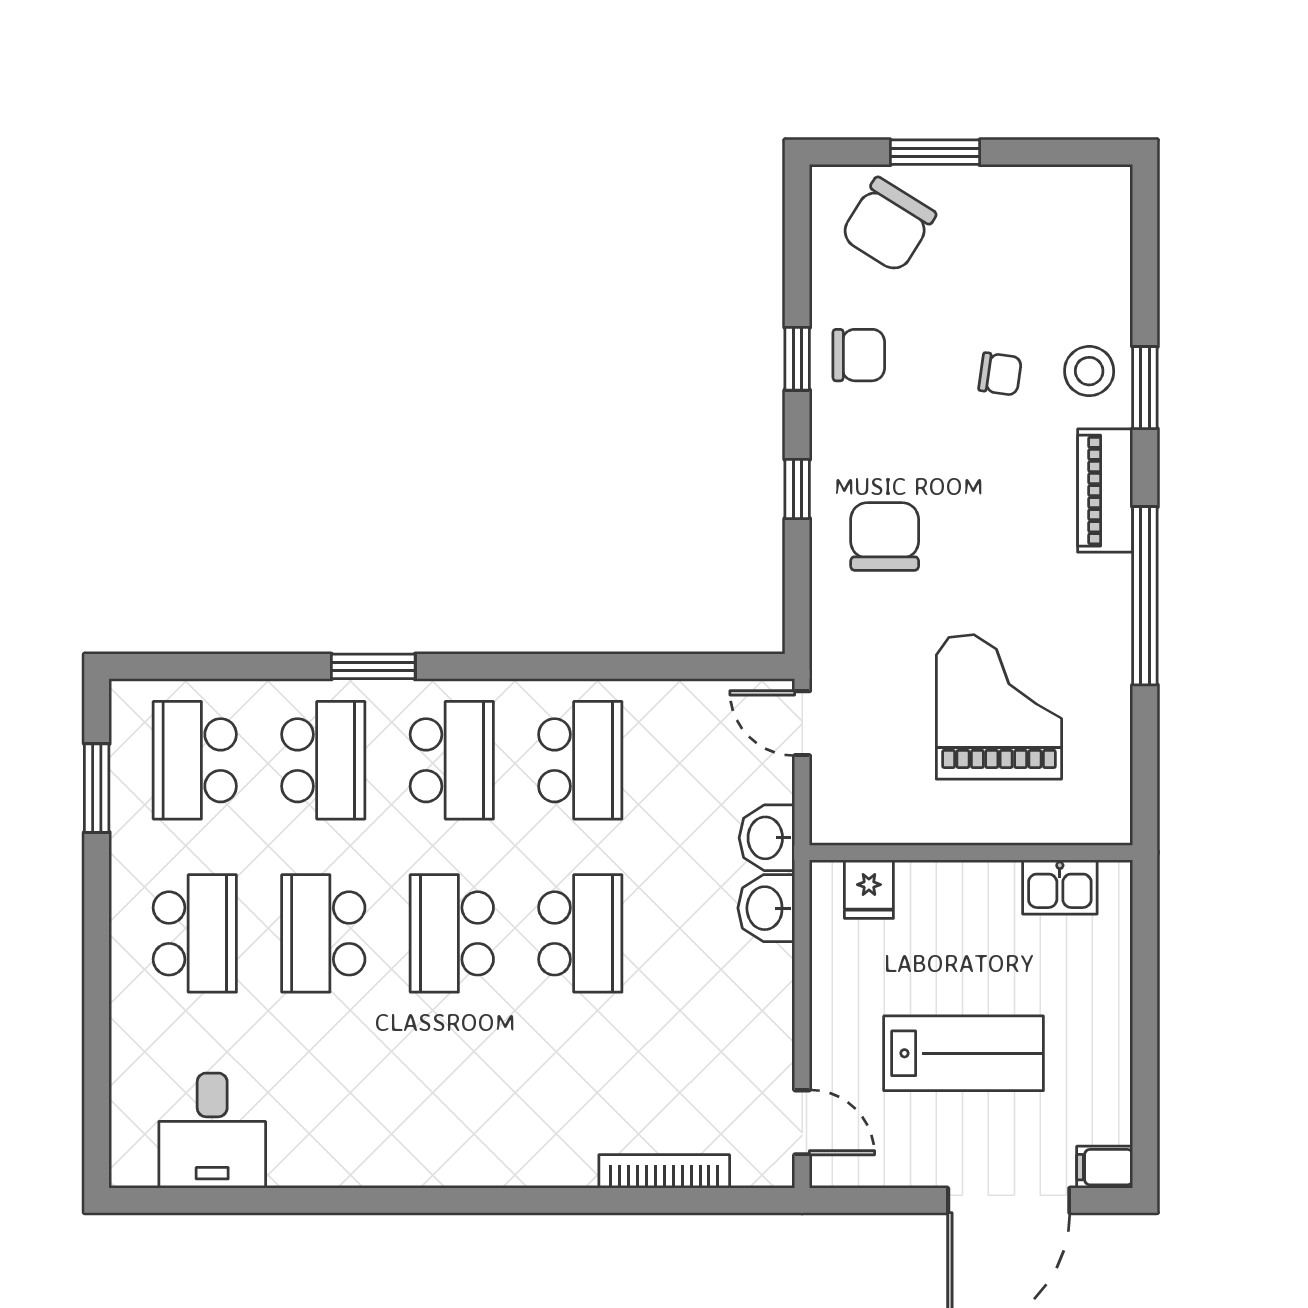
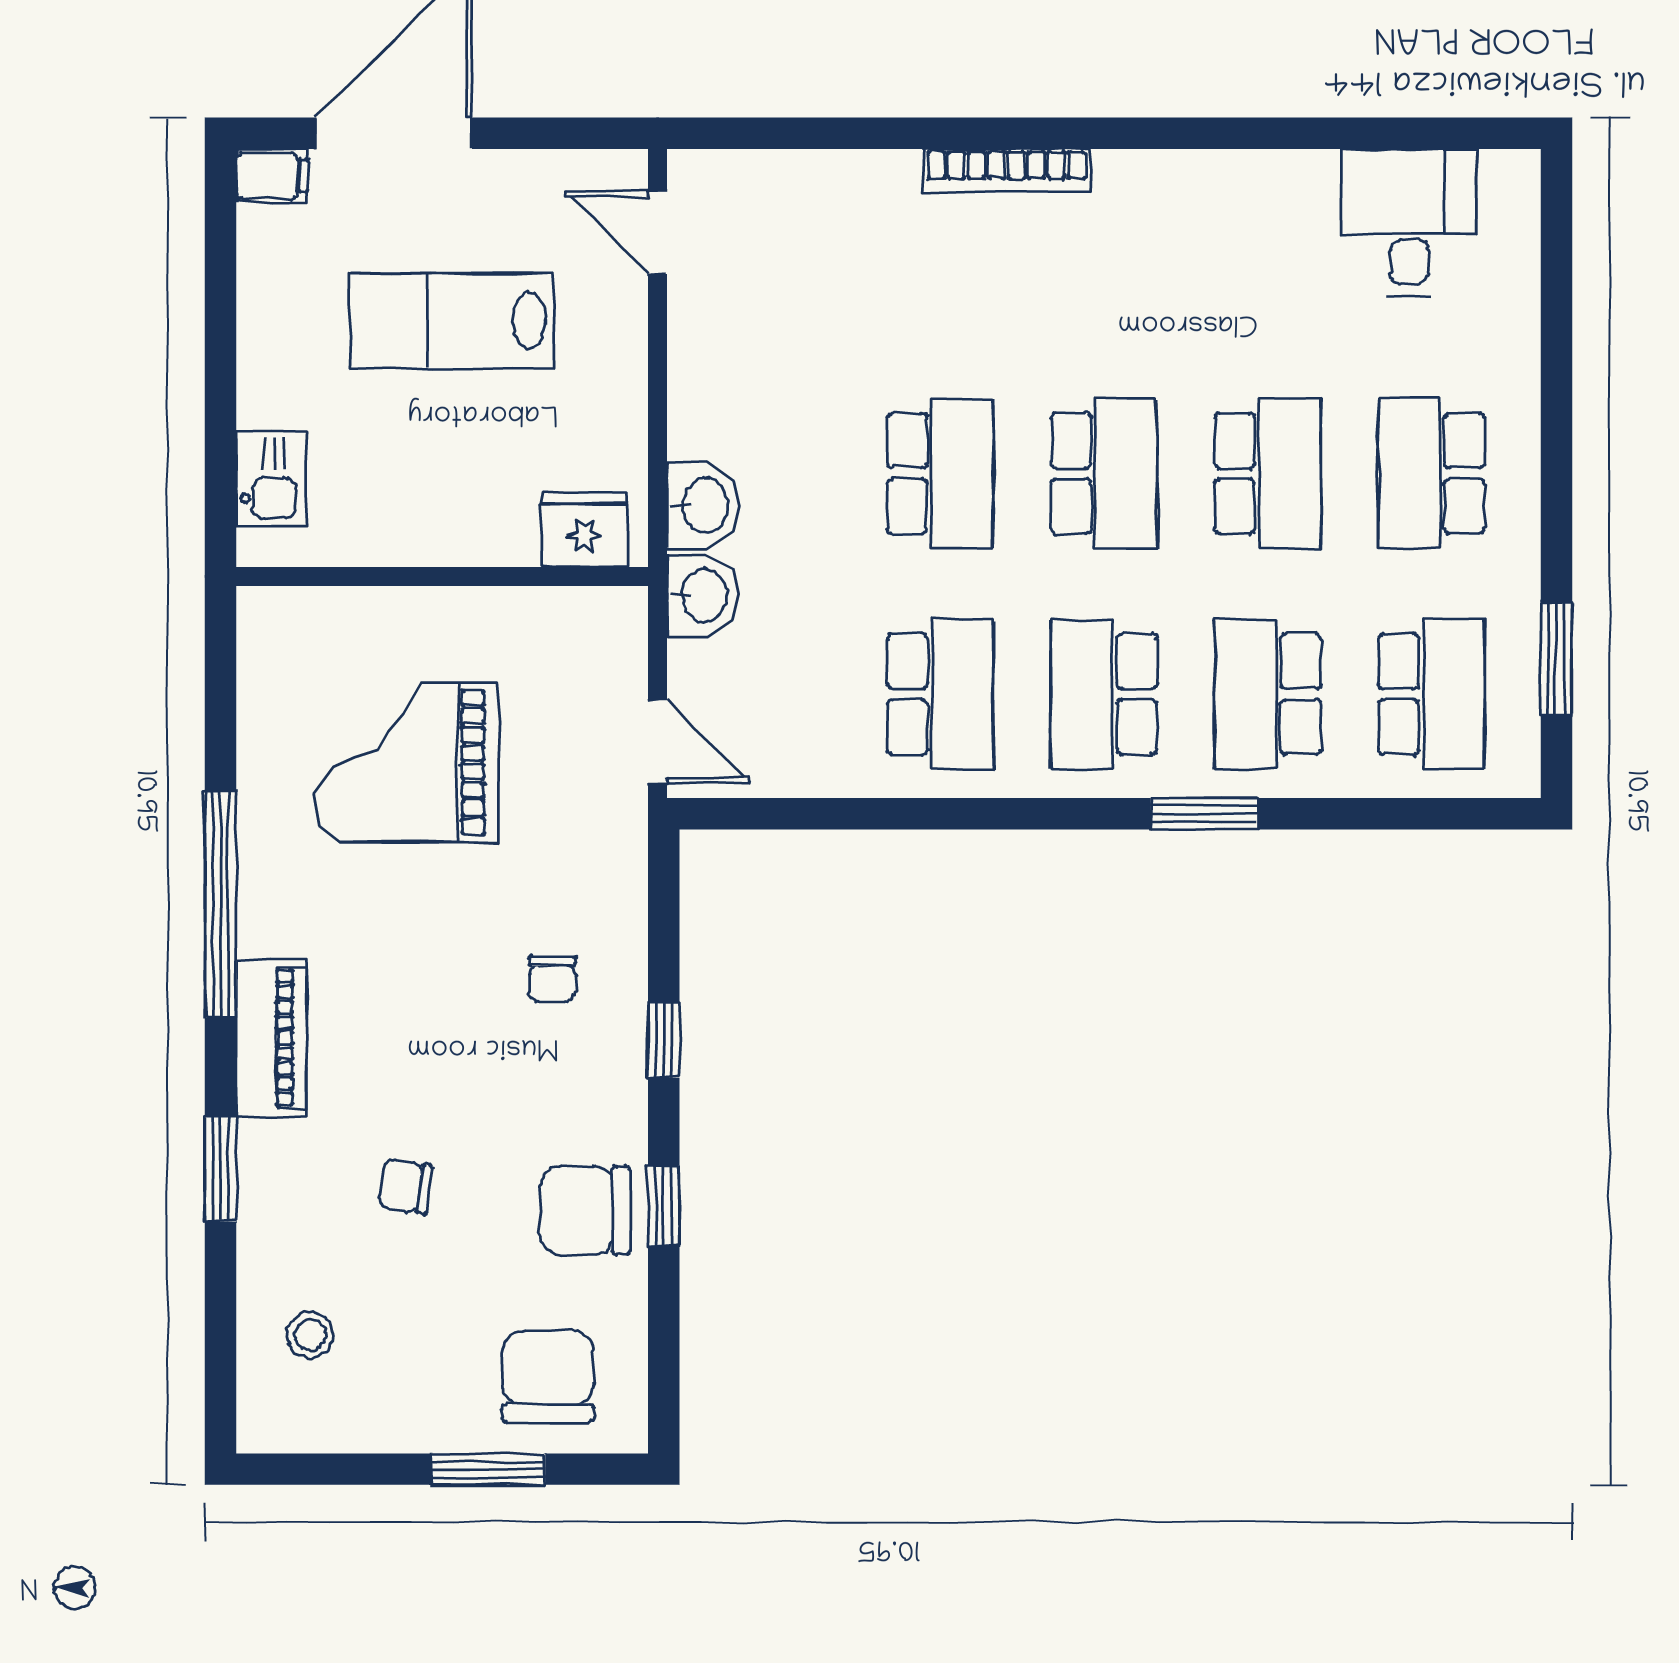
chair: (888, 225) -> (548, 1376), turned -32
chair: (859, 355) -> (585, 1211), width x1.37, depth x1.37
stool: (1089, 371) -> (310, 1335), moved, width x0.73, depth x0.73
chair: (885, 536) -> (552, 979), width x0.54, depth x0.54
grand piano: (999, 707) -> (407, 762), turned 90
school desk: (580, 760) -> (940, 694), turned 180
kitchen sink: (1060, 887) -> (271, 479), moved, turned 90
fridge: (869, 889) -> (584, 530), width x1.38
school desk: (580, 933) -> (940, 473), turned 180
bookcase: (664, 1171) -> (1006, 170), moved

